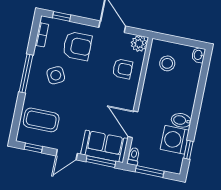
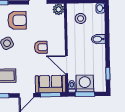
armchair: (123, 69) -> (41, 47), moved
bidet: (181, 120) -> (98, 39), moved
washing machine: (175, 140) -> (85, 83), moved, turned 90

